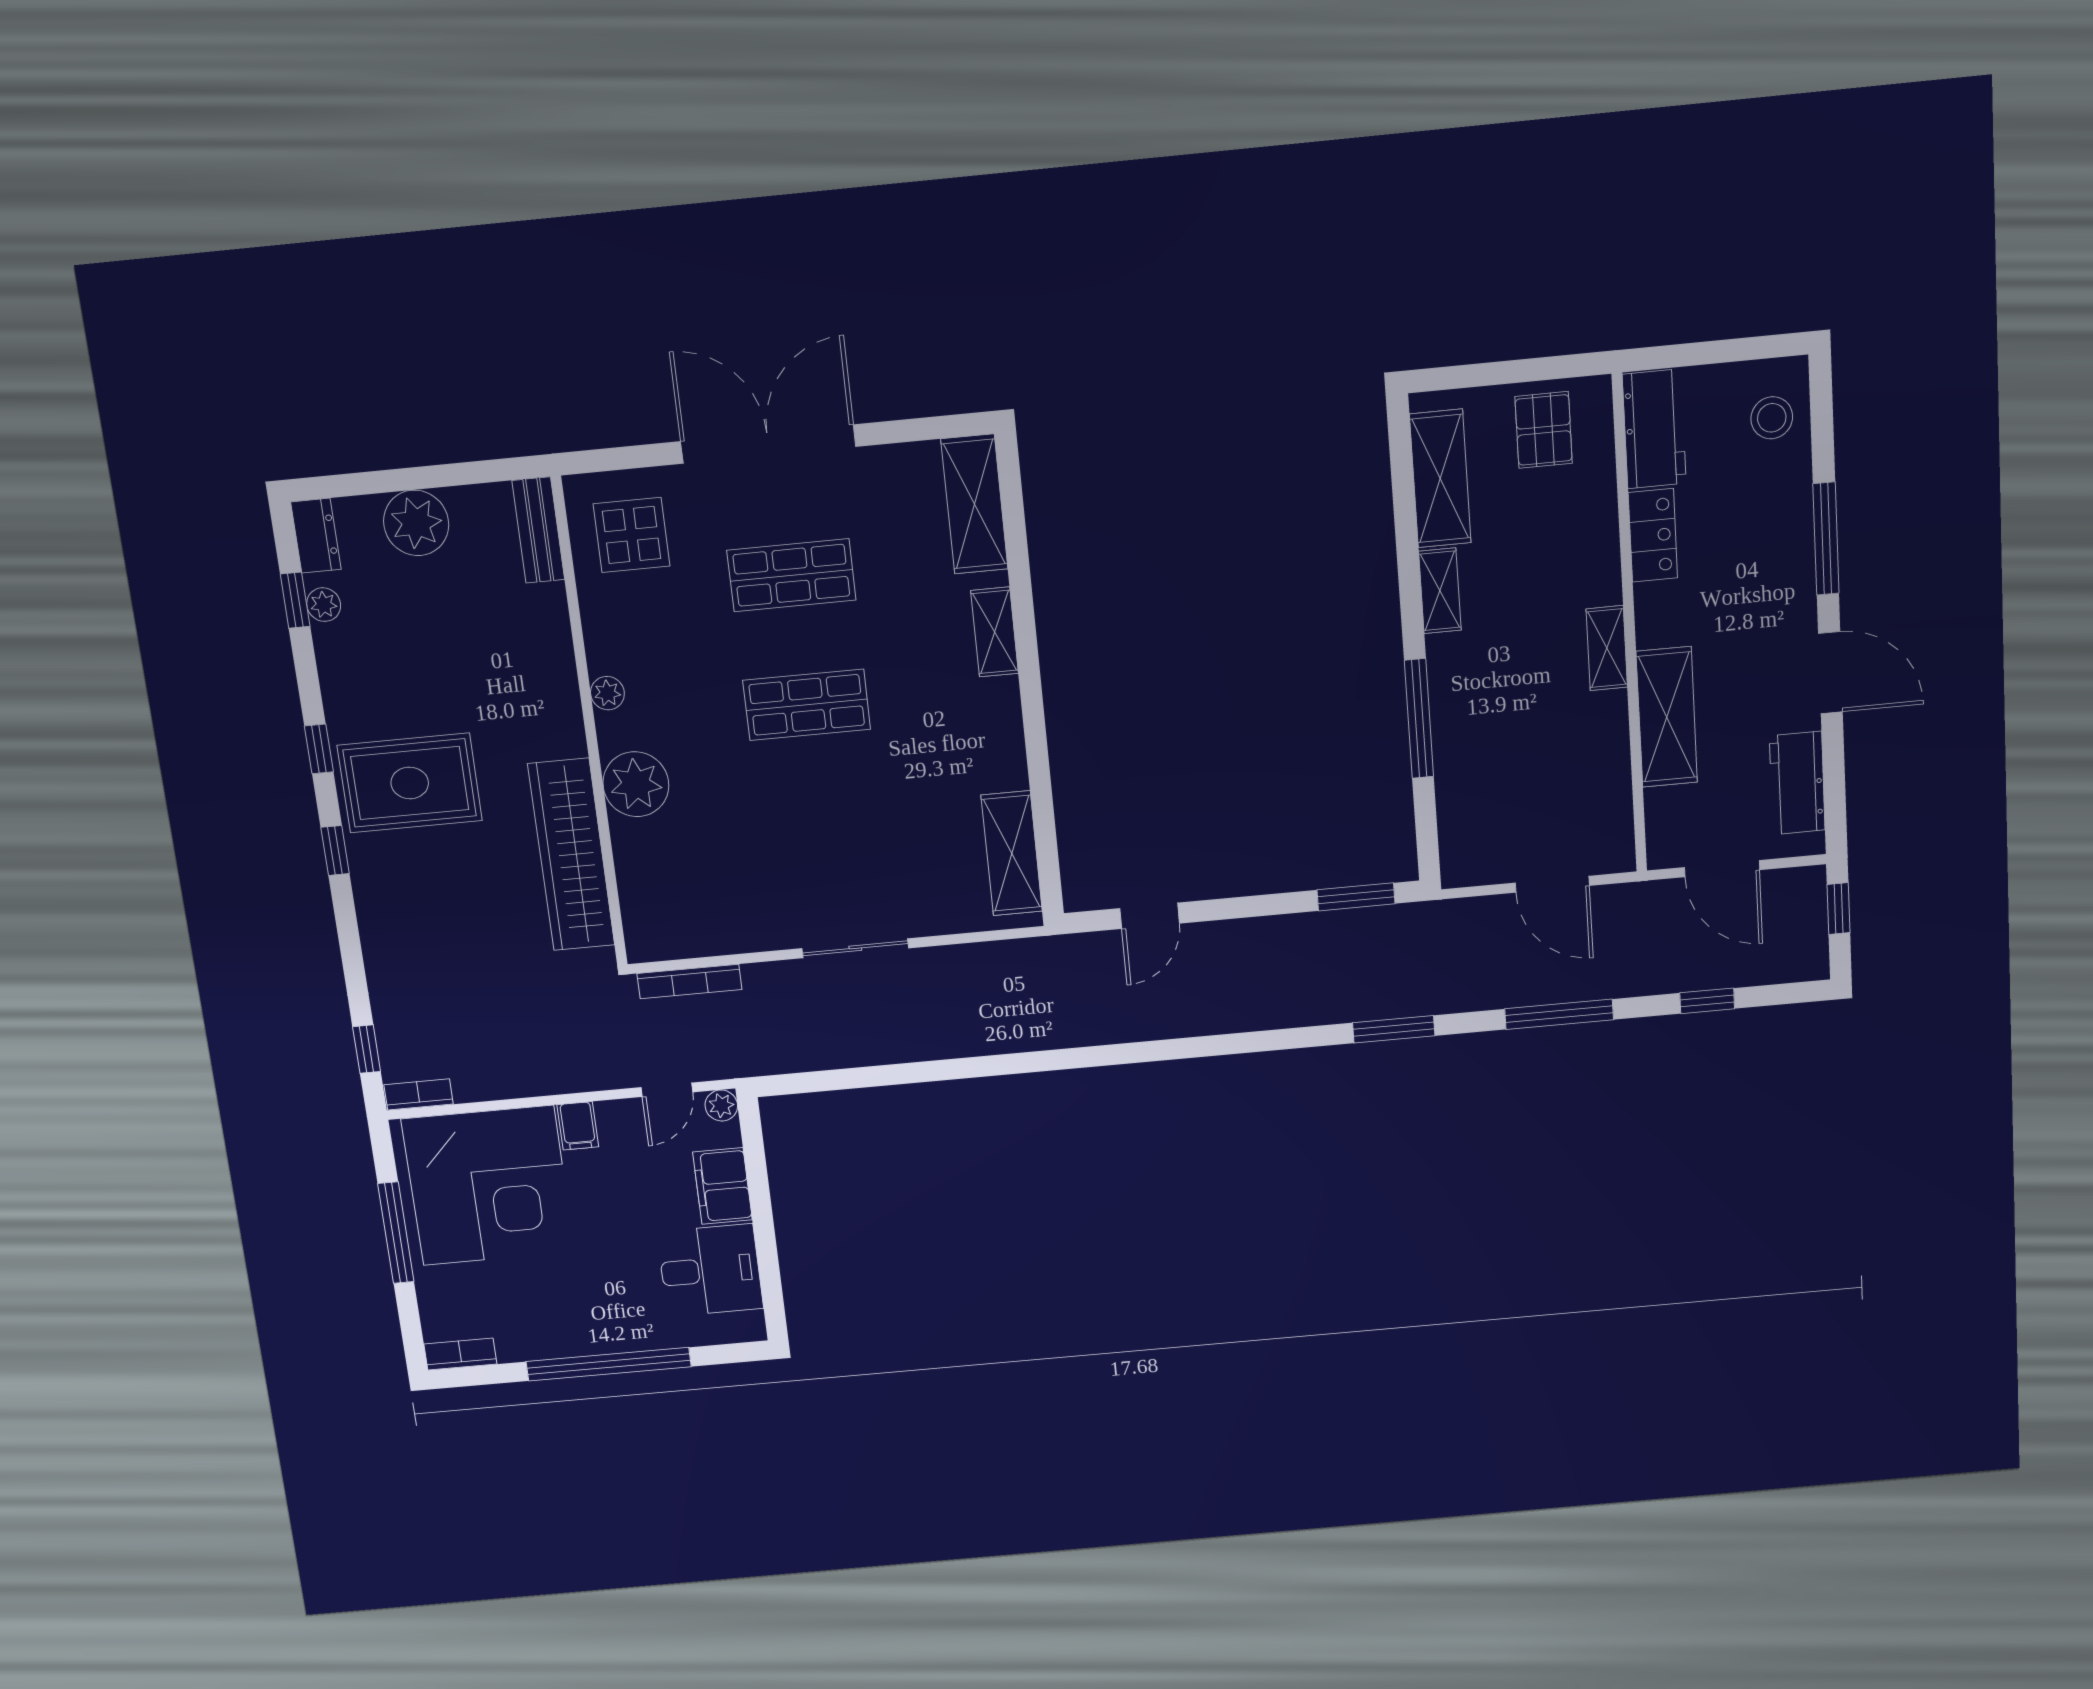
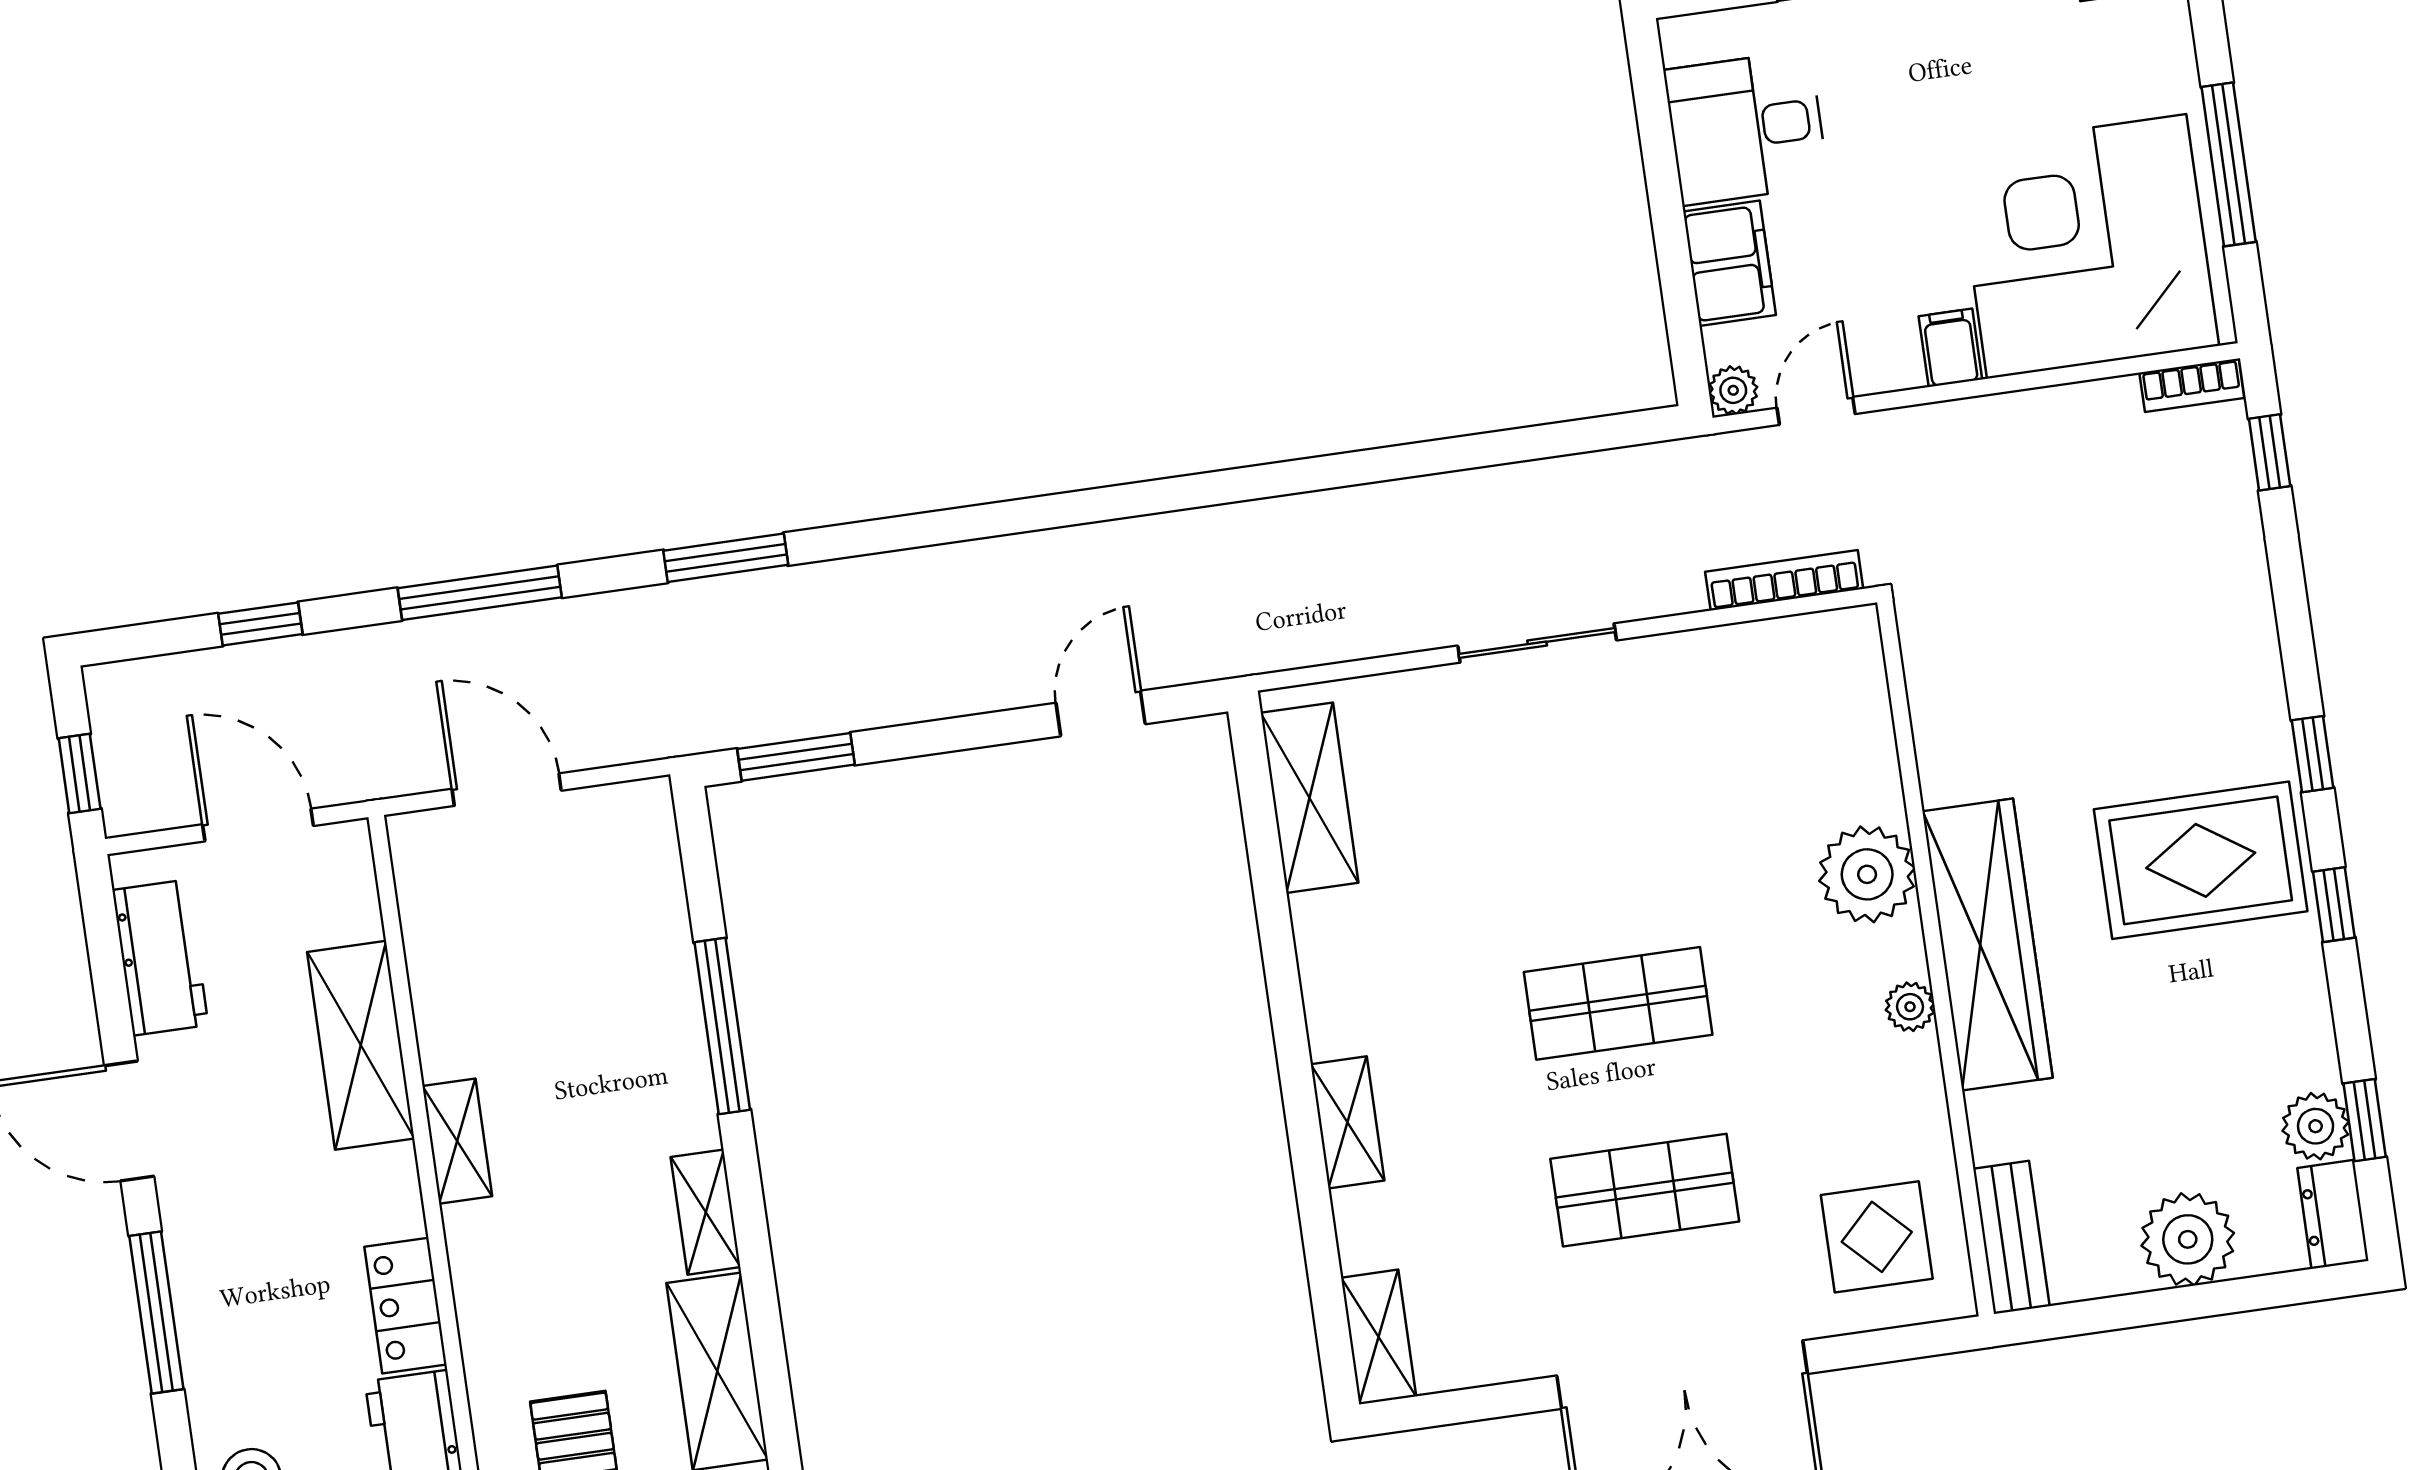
shelving: (974, 504) -> (1379, 1337), width x0.67, depth x0.75
plant: (324, 605) -> (2316, 1126), width x1.38, depth x1.38
wardrobe: (571, 855) -> (1988, 944), moved

